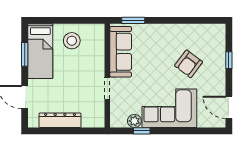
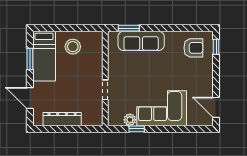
sofa: (121, 52) -> (141, 41), moved, turned 90
window: (229, 60) -> (216, 47), moved
armchair: (189, 64) -> (193, 48), moved, turned -127

